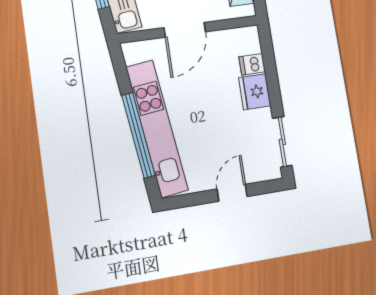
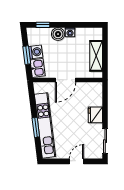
dishwasher: (252, 64) -> (96, 101), removed
window: (138, 135) -> (36, 127), width x0.47

